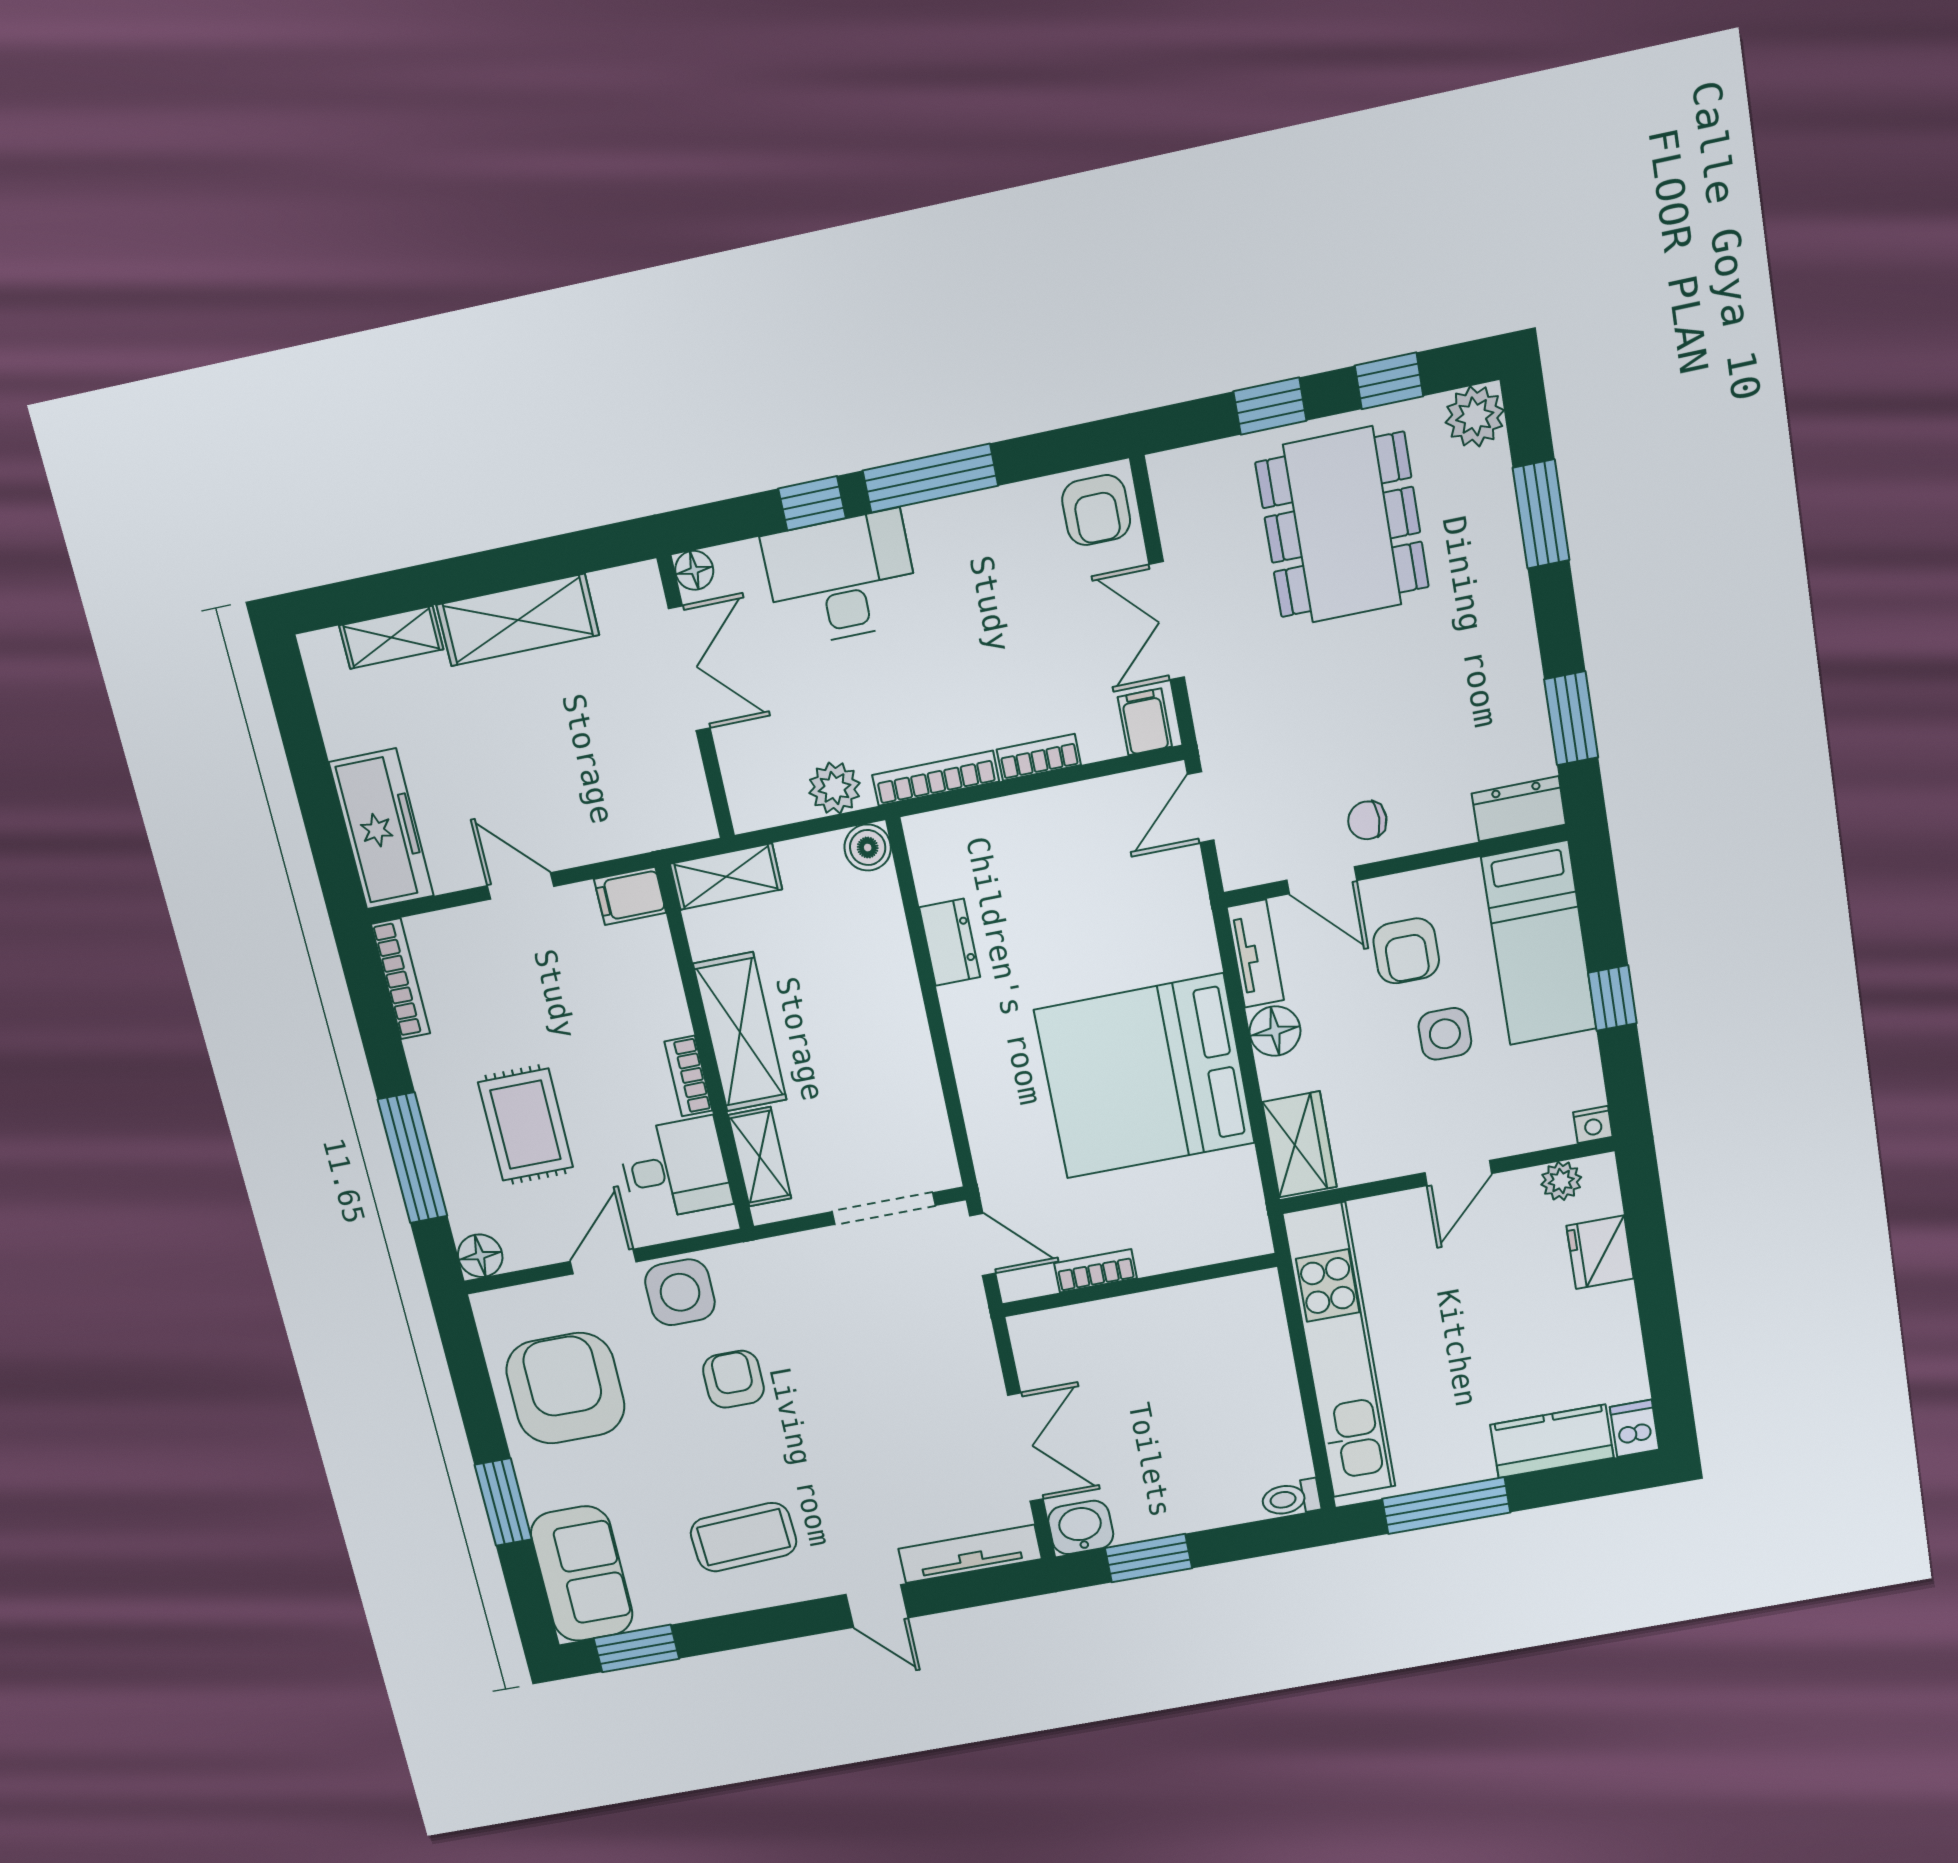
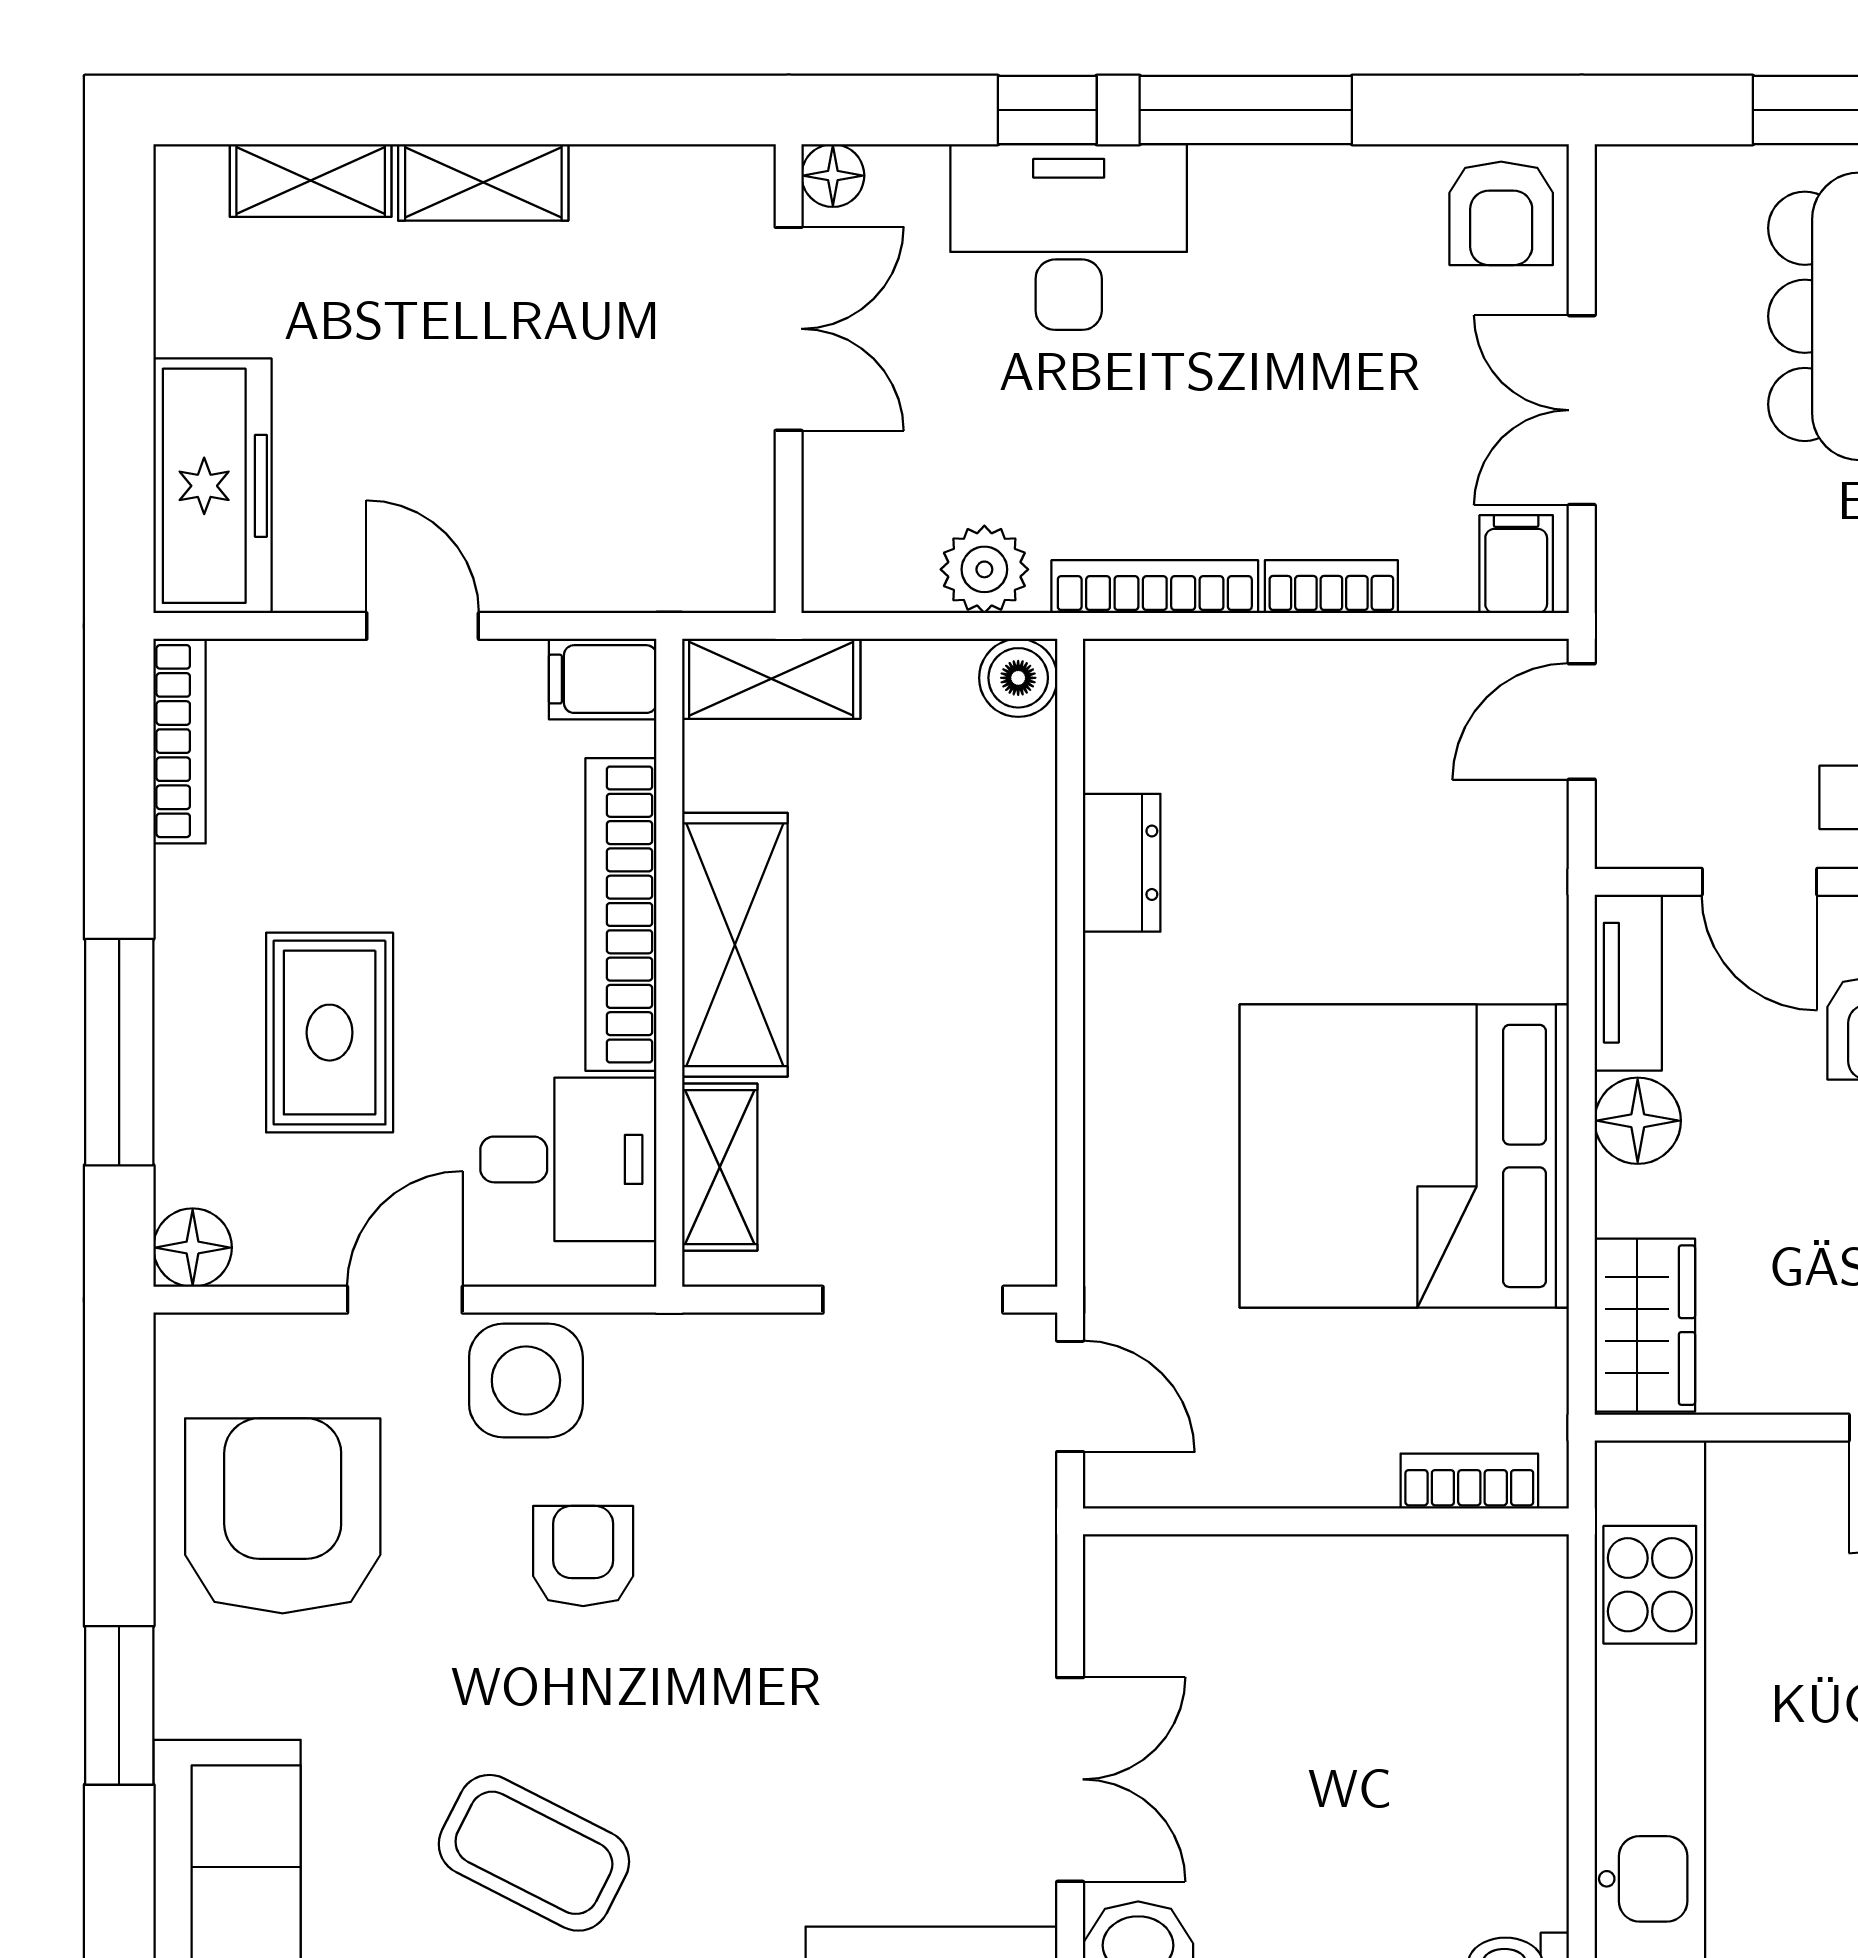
shelving: (518, 620) -> (483, 182), width x0.67, depth x0.75
bookcase: (688, 1076) -> (621, 914), width x2.31, depth x1.31
bookcase: (1095, 1271) -> (1469, 1481), moved
coffee table: (744, 1537) -> (534, 1853), turned 30

